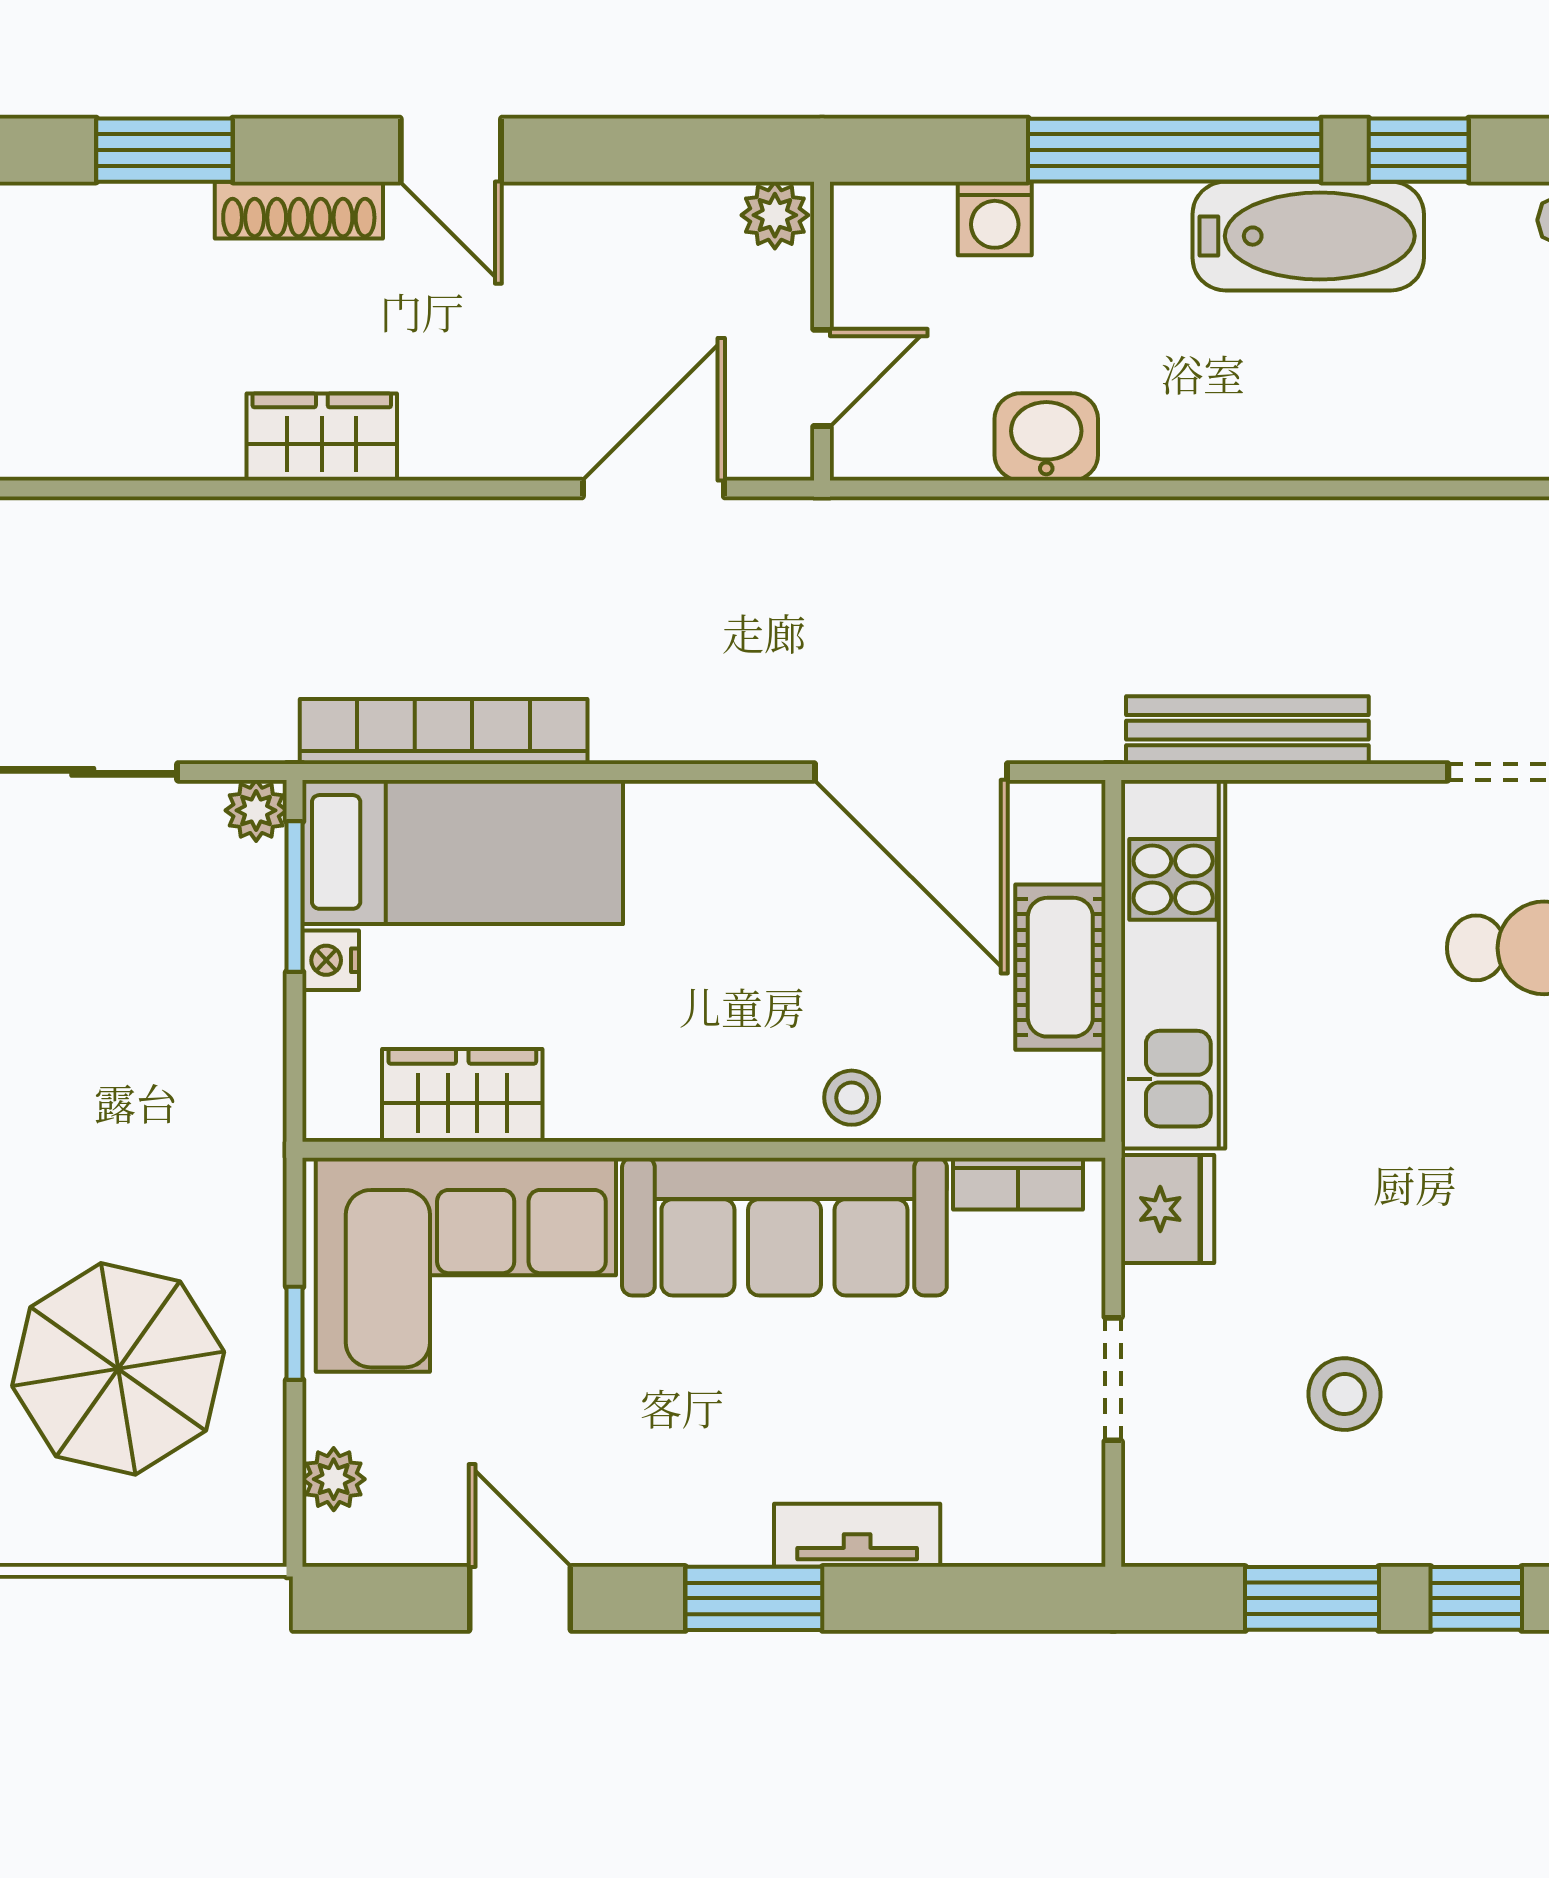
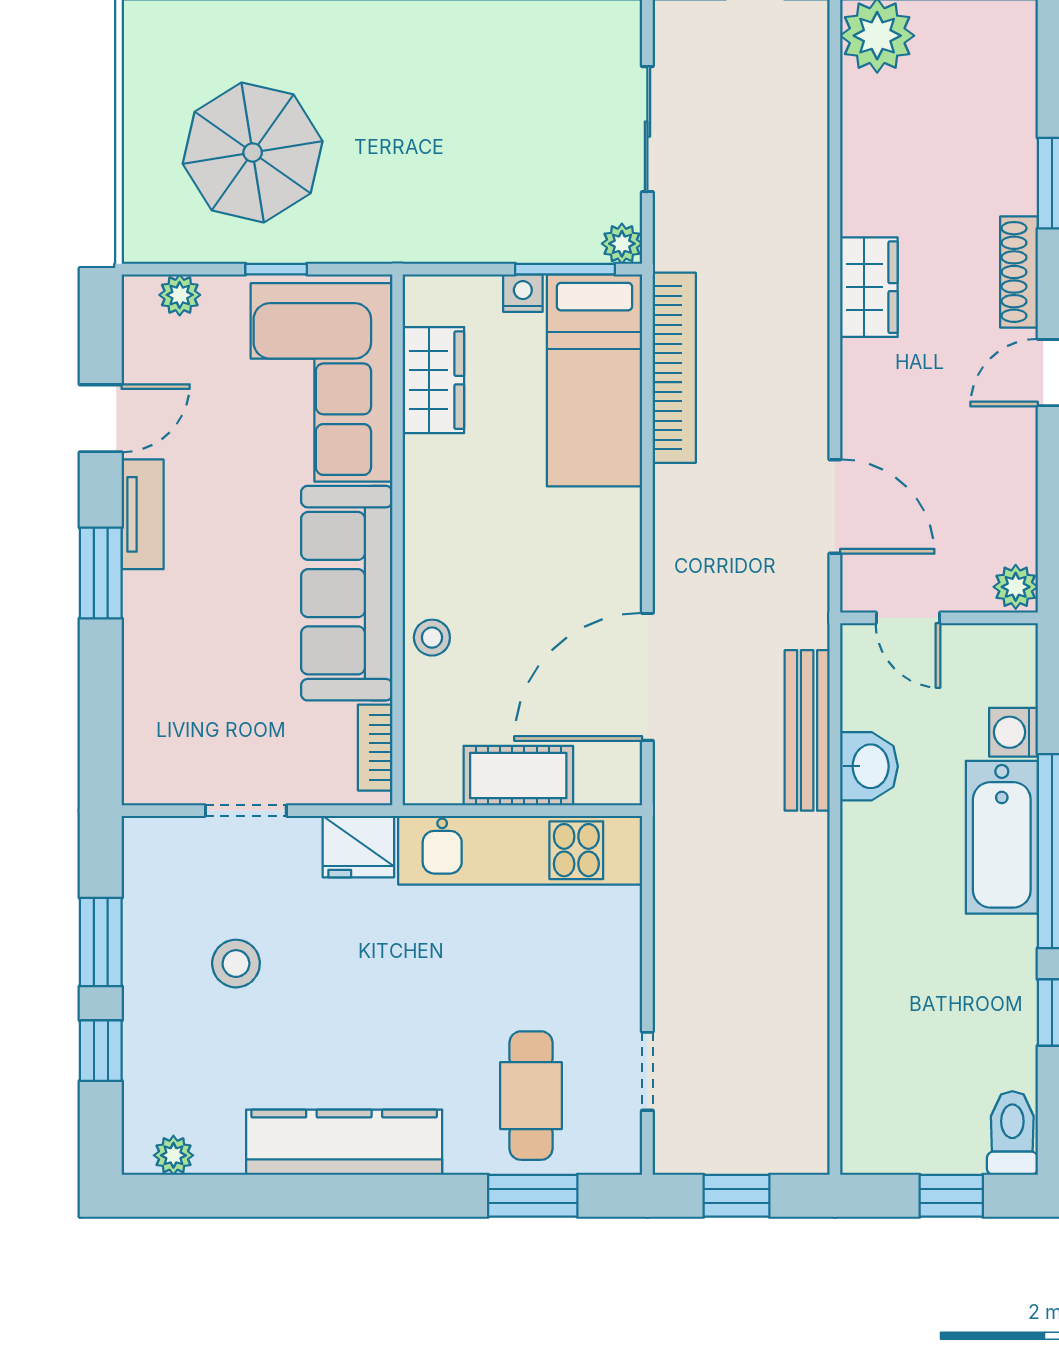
bathtub: (1308, 236) -> (1002, 837), moved
bench: (1247, 730) -> (807, 730), moved
tv unit: (857, 1535) -> (143, 514), moved

